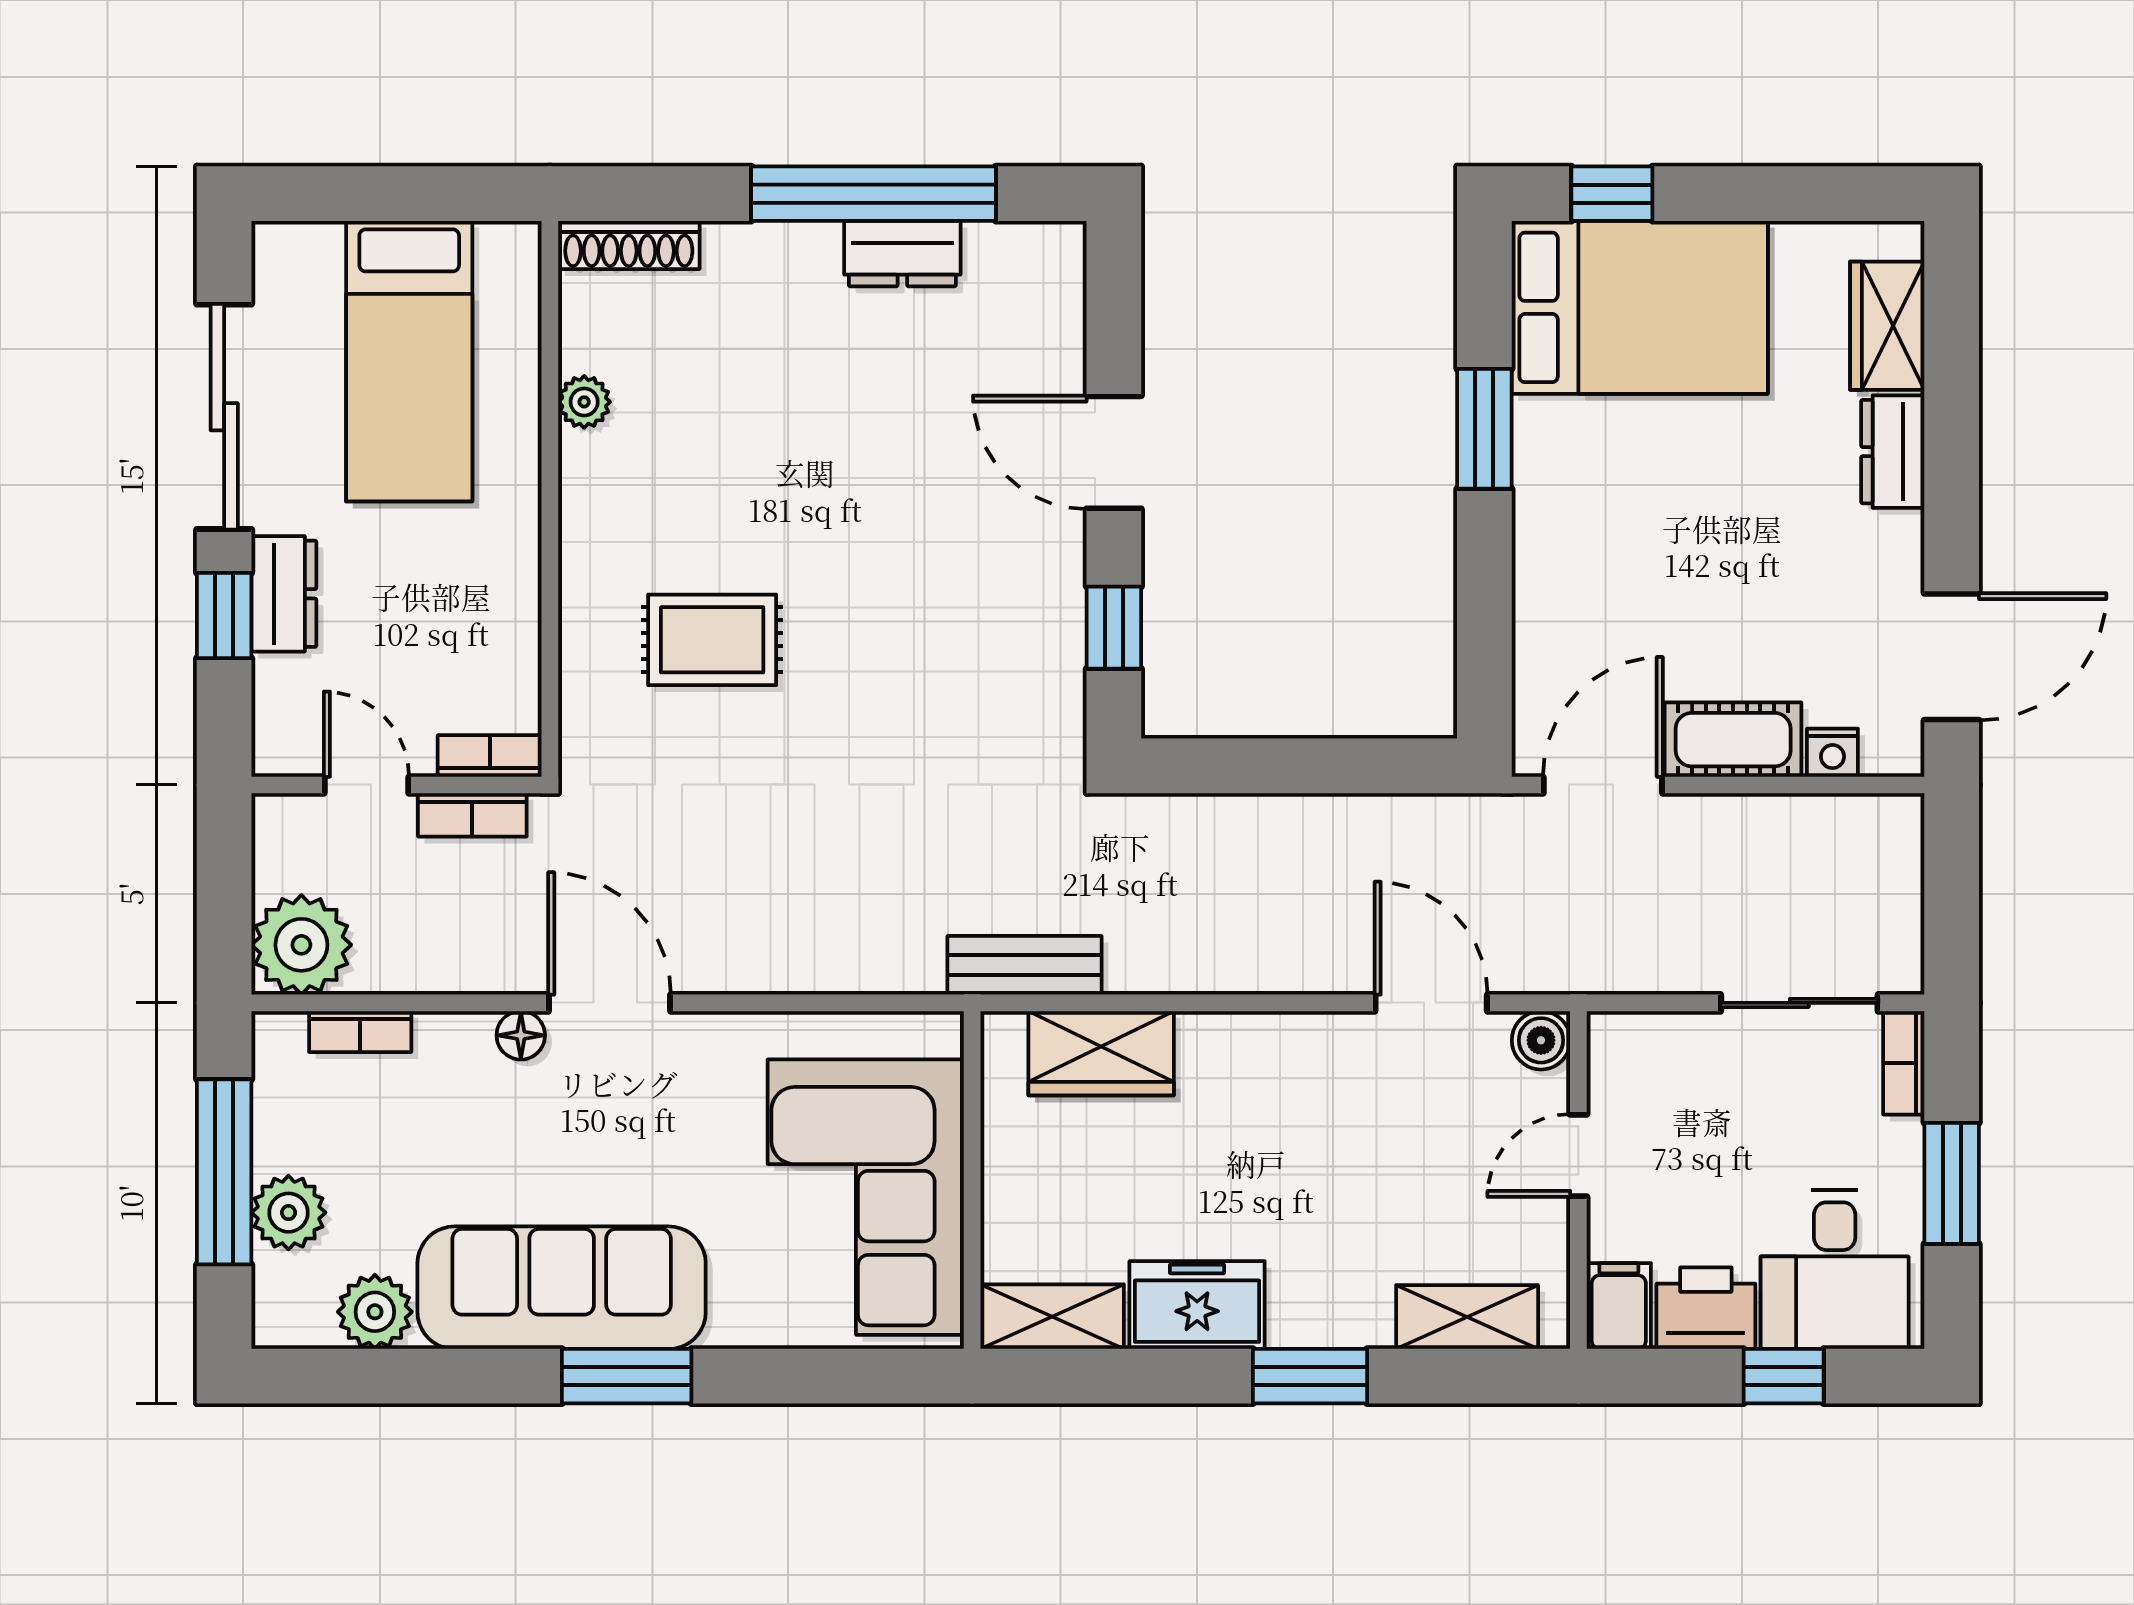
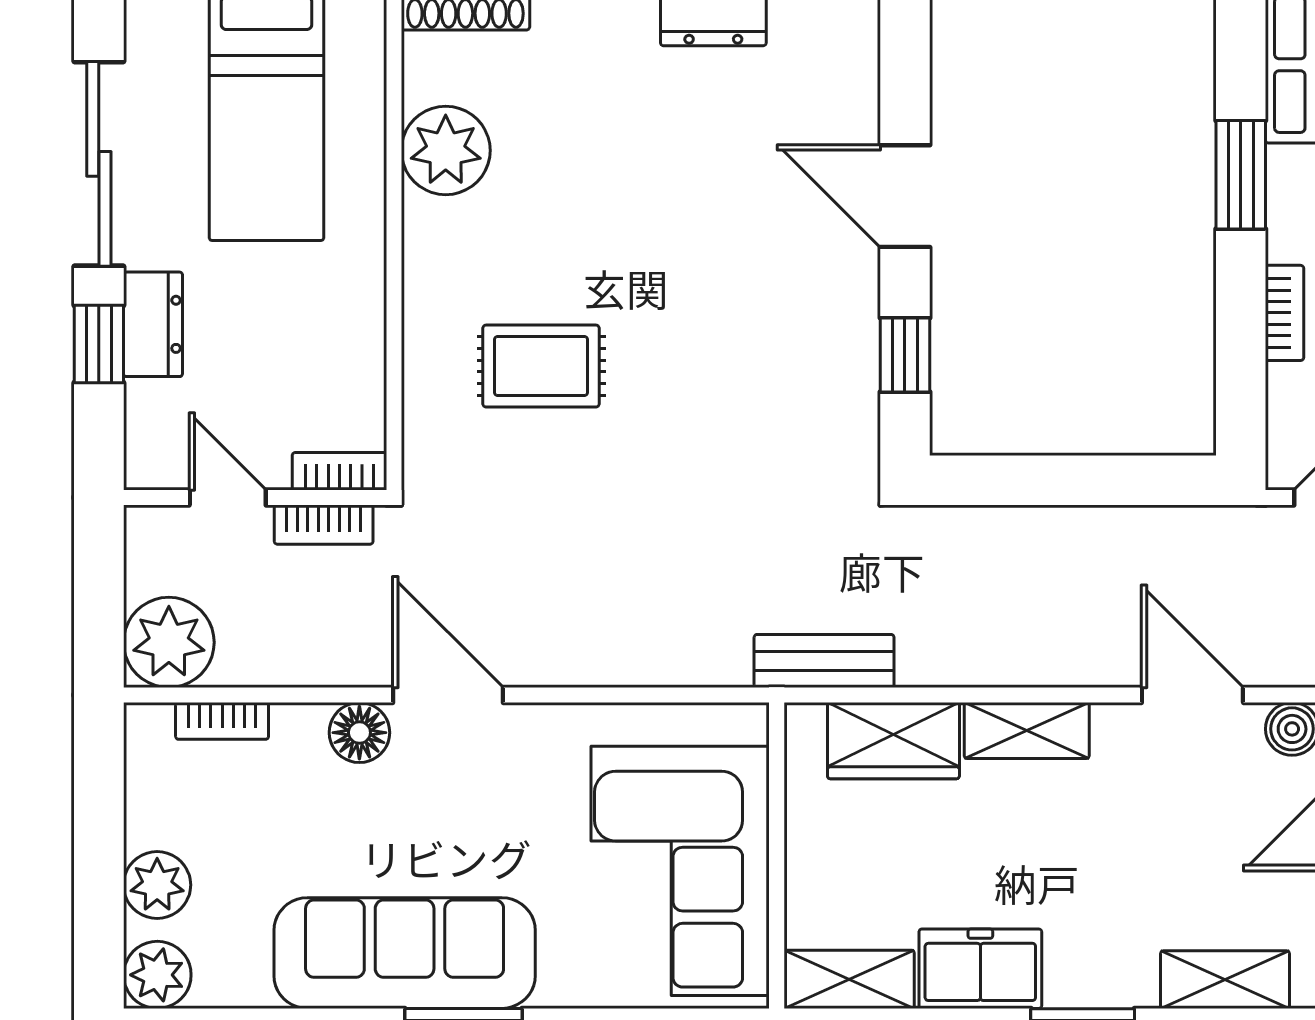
plant: (584, 402) -> (446, 150), width x1.87, depth x1.87
bookcase: (1533, 581) -> (1285, 313), added
floor lamp: (521, 1035) -> (359, 733), width x1.37, depth x1.37
shelving: (1248, 1042) -> (1027, 731), added
window: (224, 1172) -> (99, 848), removed
plant: (375, 1312) -> (157, 975), moved

